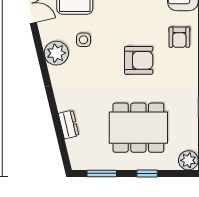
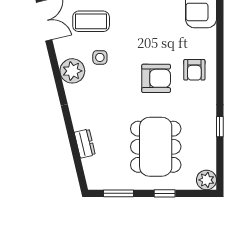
armchair: (179, 37) -> (194, 70), moved
dining table: (138, 128) -> (156, 147), turned 90

